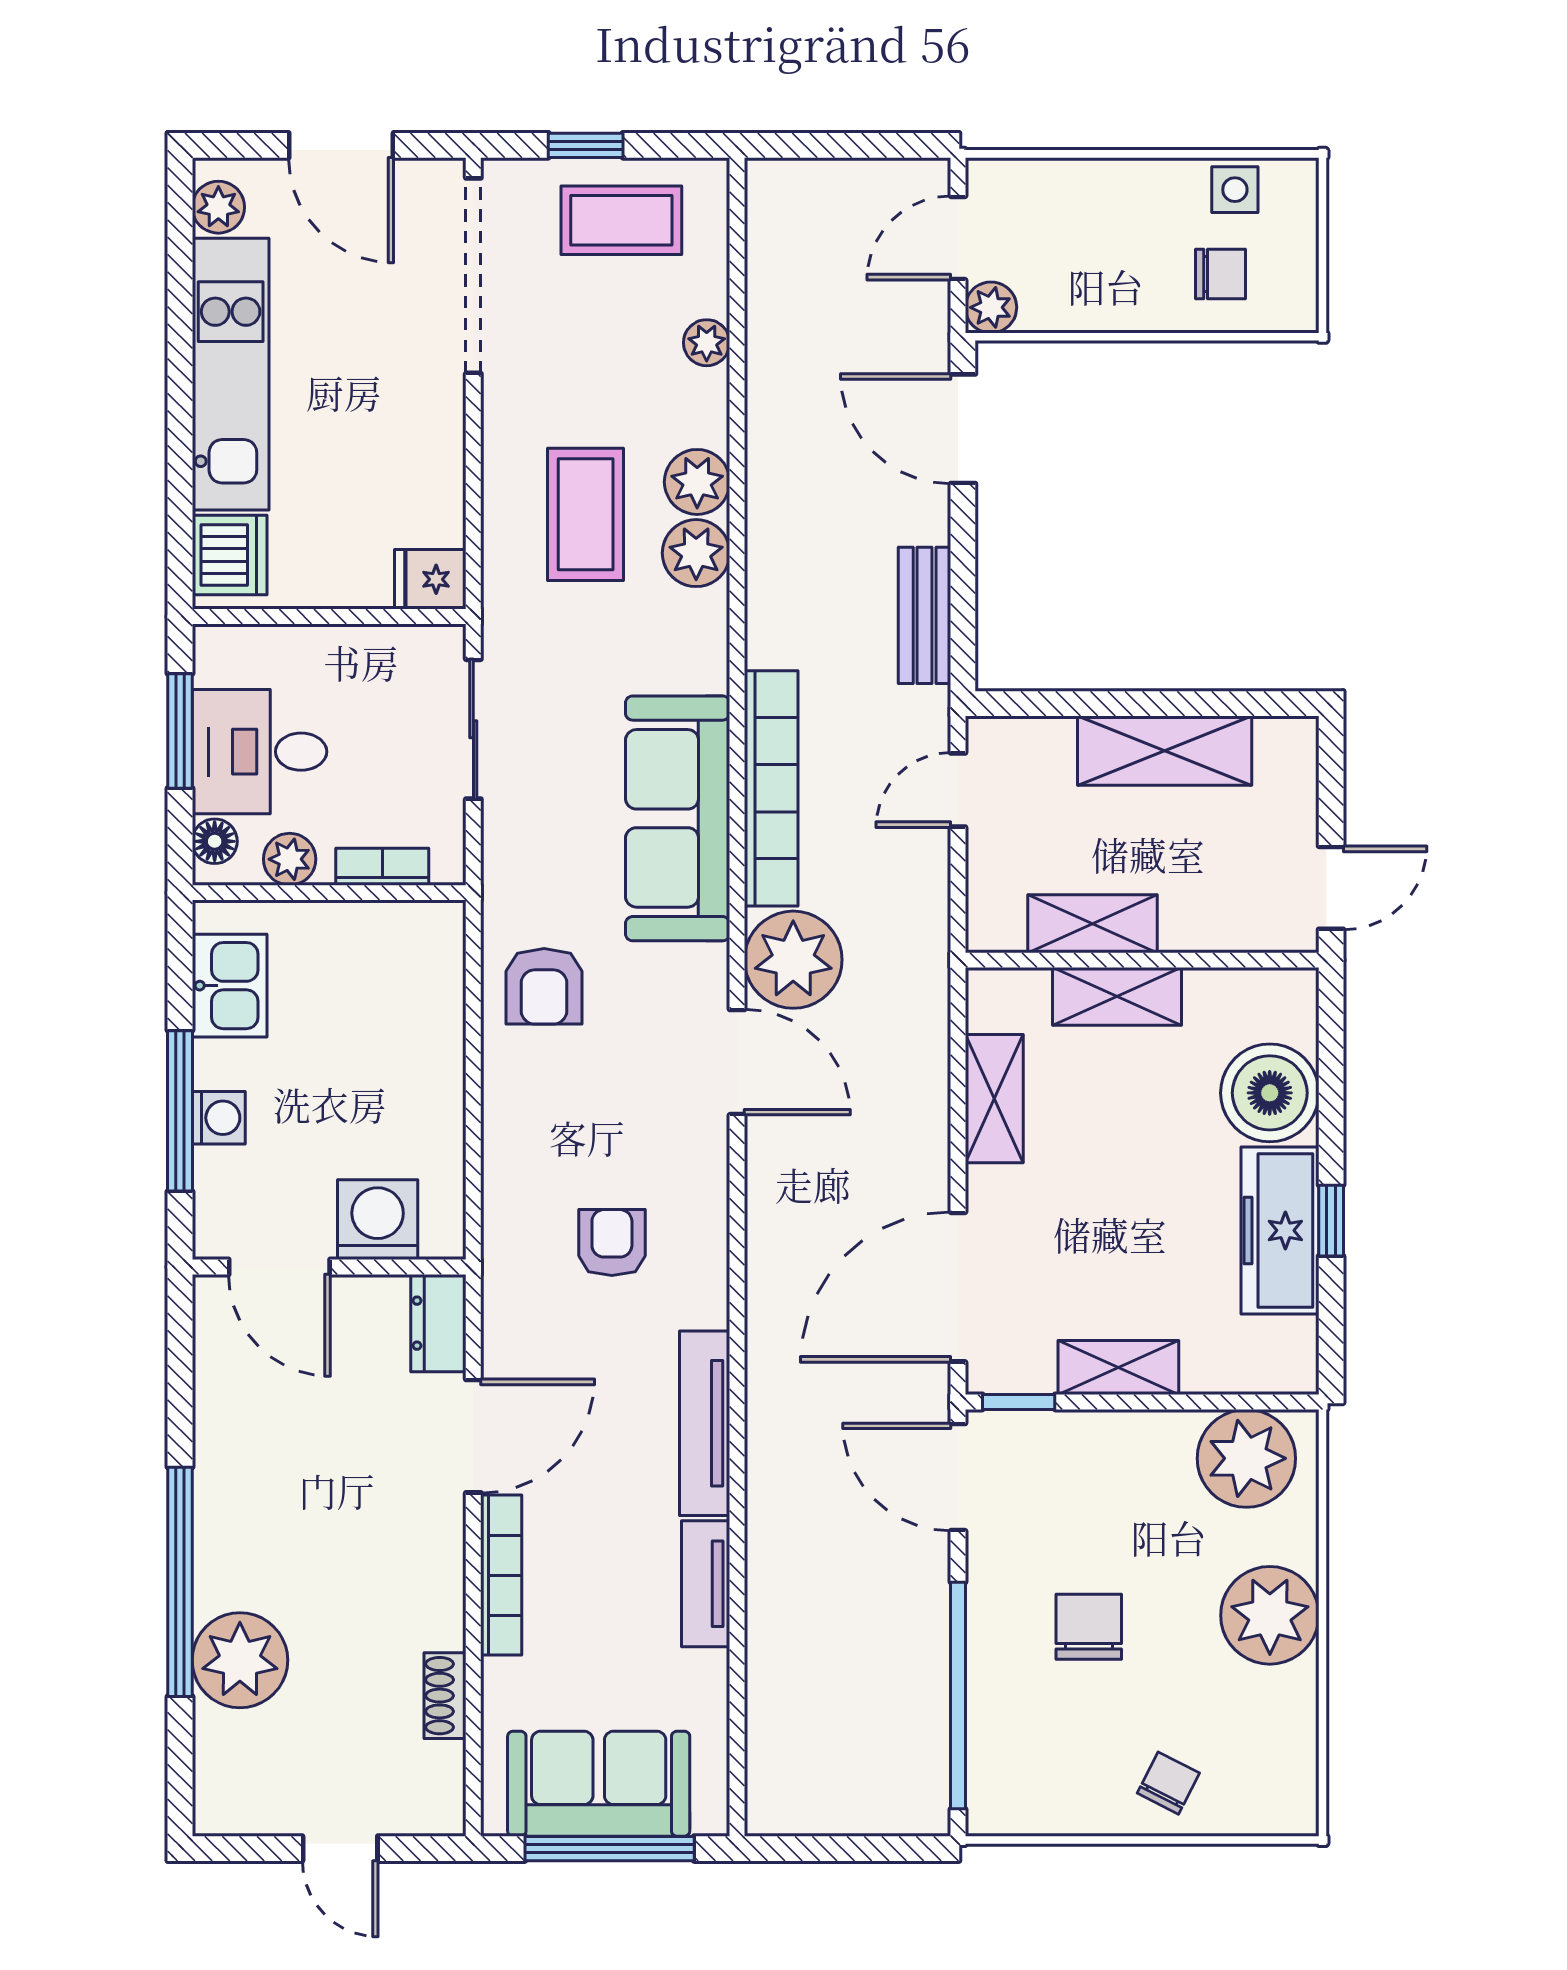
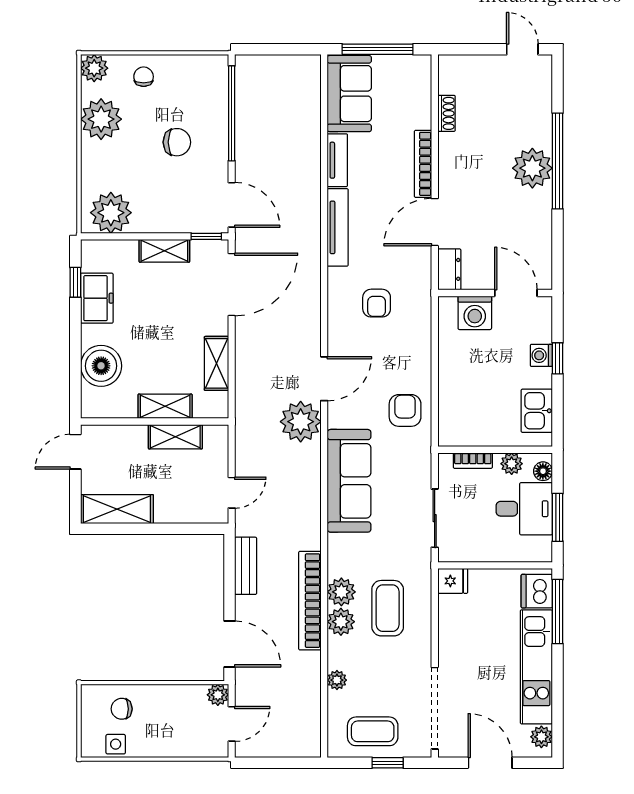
window: (180, 506) -> (558, 612), added
shelving: (1165, 751) -> (117, 509), moved
bookcase: (771, 788) -> (310, 601), moved
door: (737, 1062) -> (324, 379), swing flipped
window: (180, 1111) -> (558, 358), width x0.46
window: (1331, 1221) -> (75, 282), moved
freezer: (1280, 1230) -> (97, 298), width x0.71
plant: (1270, 1615) -> (101, 119), moved
chair: (1089, 1627) -> (177, 142), turned -90
plant: (240, 1660) -> (532, 168), moved
chair: (1168, 1783) -> (144, 77), turned 153
sofa: (599, 1784) -> (349, 94), moved, turned -90
plant: (1286, 1804) -> (94, 68), added
door: (340, 1849) -> (522, 49), moved

